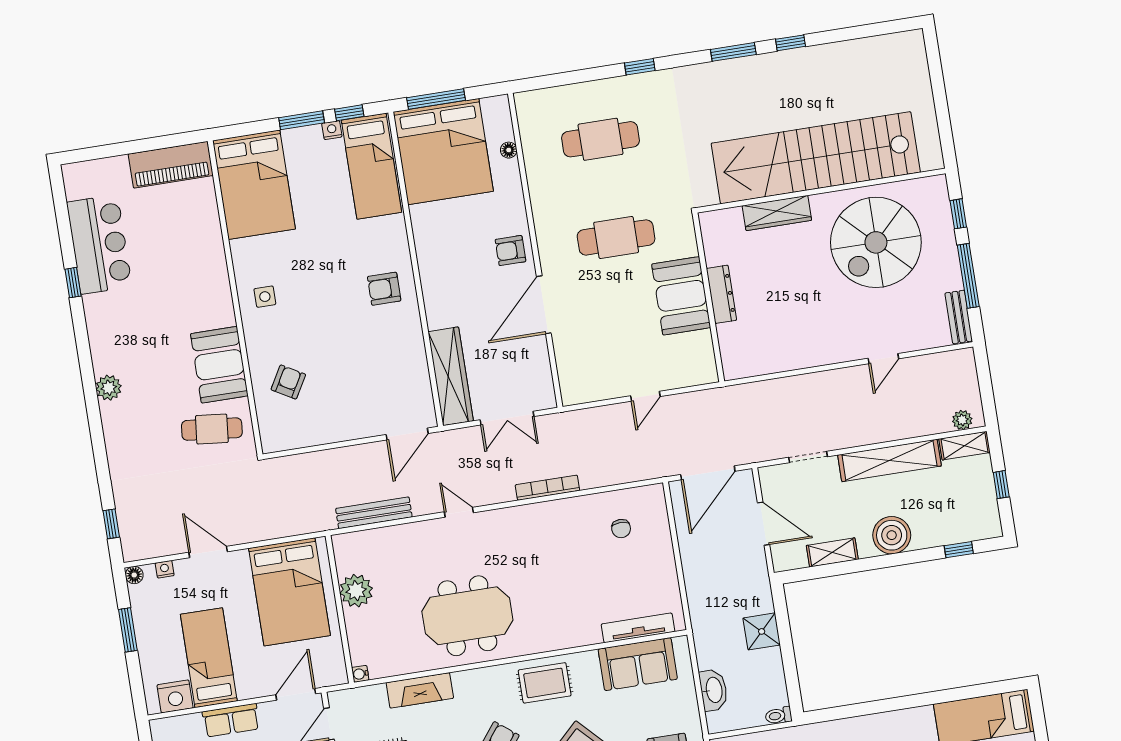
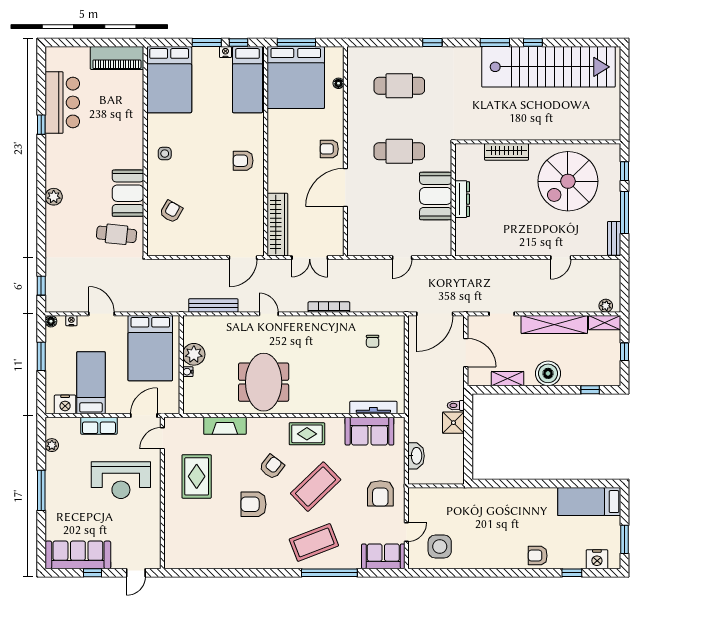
stairs: (816, 158) -> (548, 67), moved, turned 180
meeting table: (467, 616) -> (264, 382), turned 90
water cooler: (360, 674) -> (188, 372), moved
toilet: (779, 716) -> (456, 405), moved

